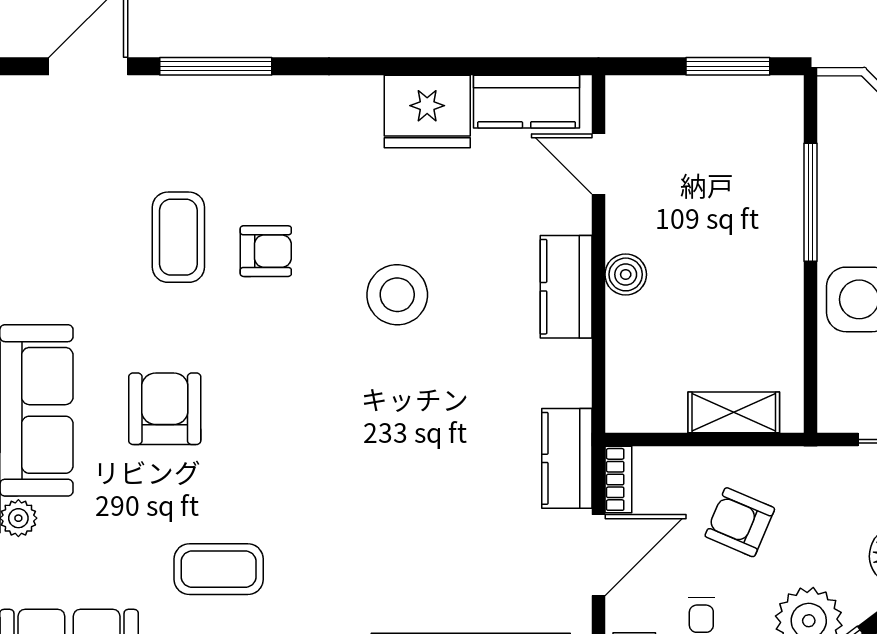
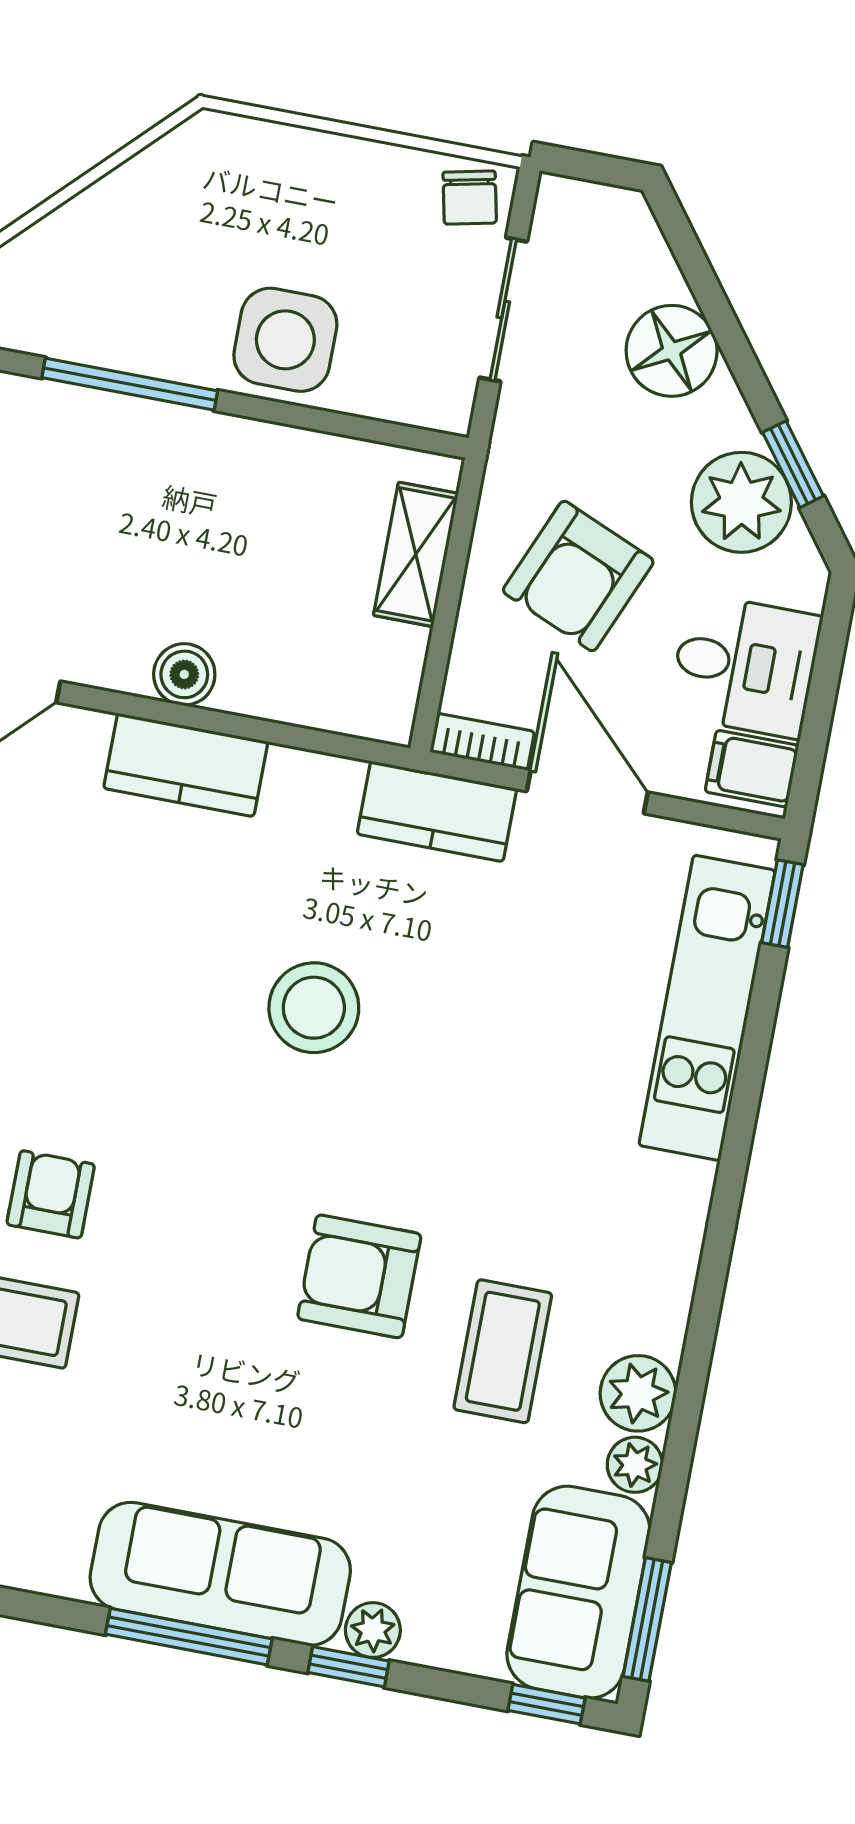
stool: (397, 295) -> (314, 1008), moved
armchair: (165, 409) -> (359, 1276), moved
armchair: (740, 522) -> (578, 576), width x1.38, depth x1.38

